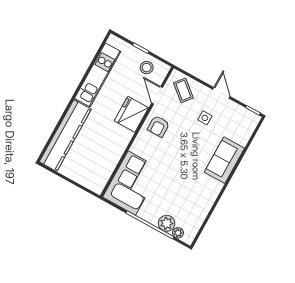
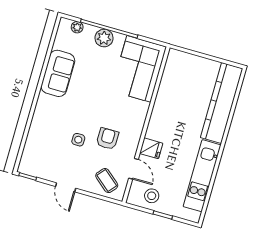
fridge: (131, 114) -> (151, 148), width x0.53, depth x0.75
side table: (205, 118) -> (78, 140), moved
armchair: (158, 126) -> (107, 139), moved
sofa: (224, 160) -> (58, 73), moved
plant: (167, 223) -> (104, 38), moved

